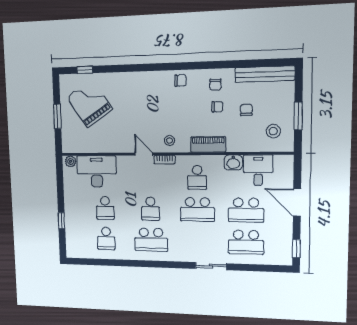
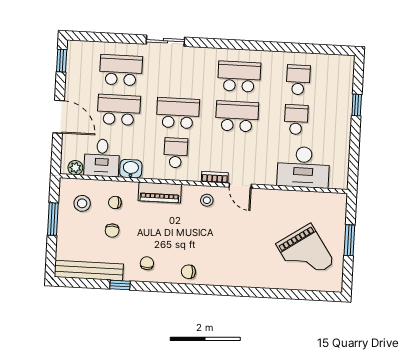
window: (85, 70) -> (120, 285), moved
chair: (217, 107) -> (115, 202), moved
plant: (71, 161) -> (75, 168), moved
school desk: (151, 209) -> (237, 116), width x1.85

